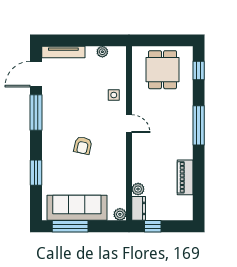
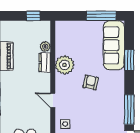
sofa: (77, 208) -> (114, 45), moved, turned 90
dresser: (139, 208) -> (45, 62), moved
plant: (120, 214) -> (65, 65), moved, width x1.87, depth x1.87

